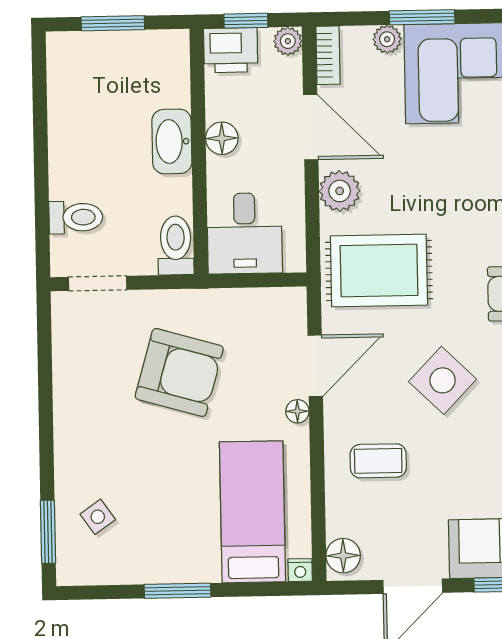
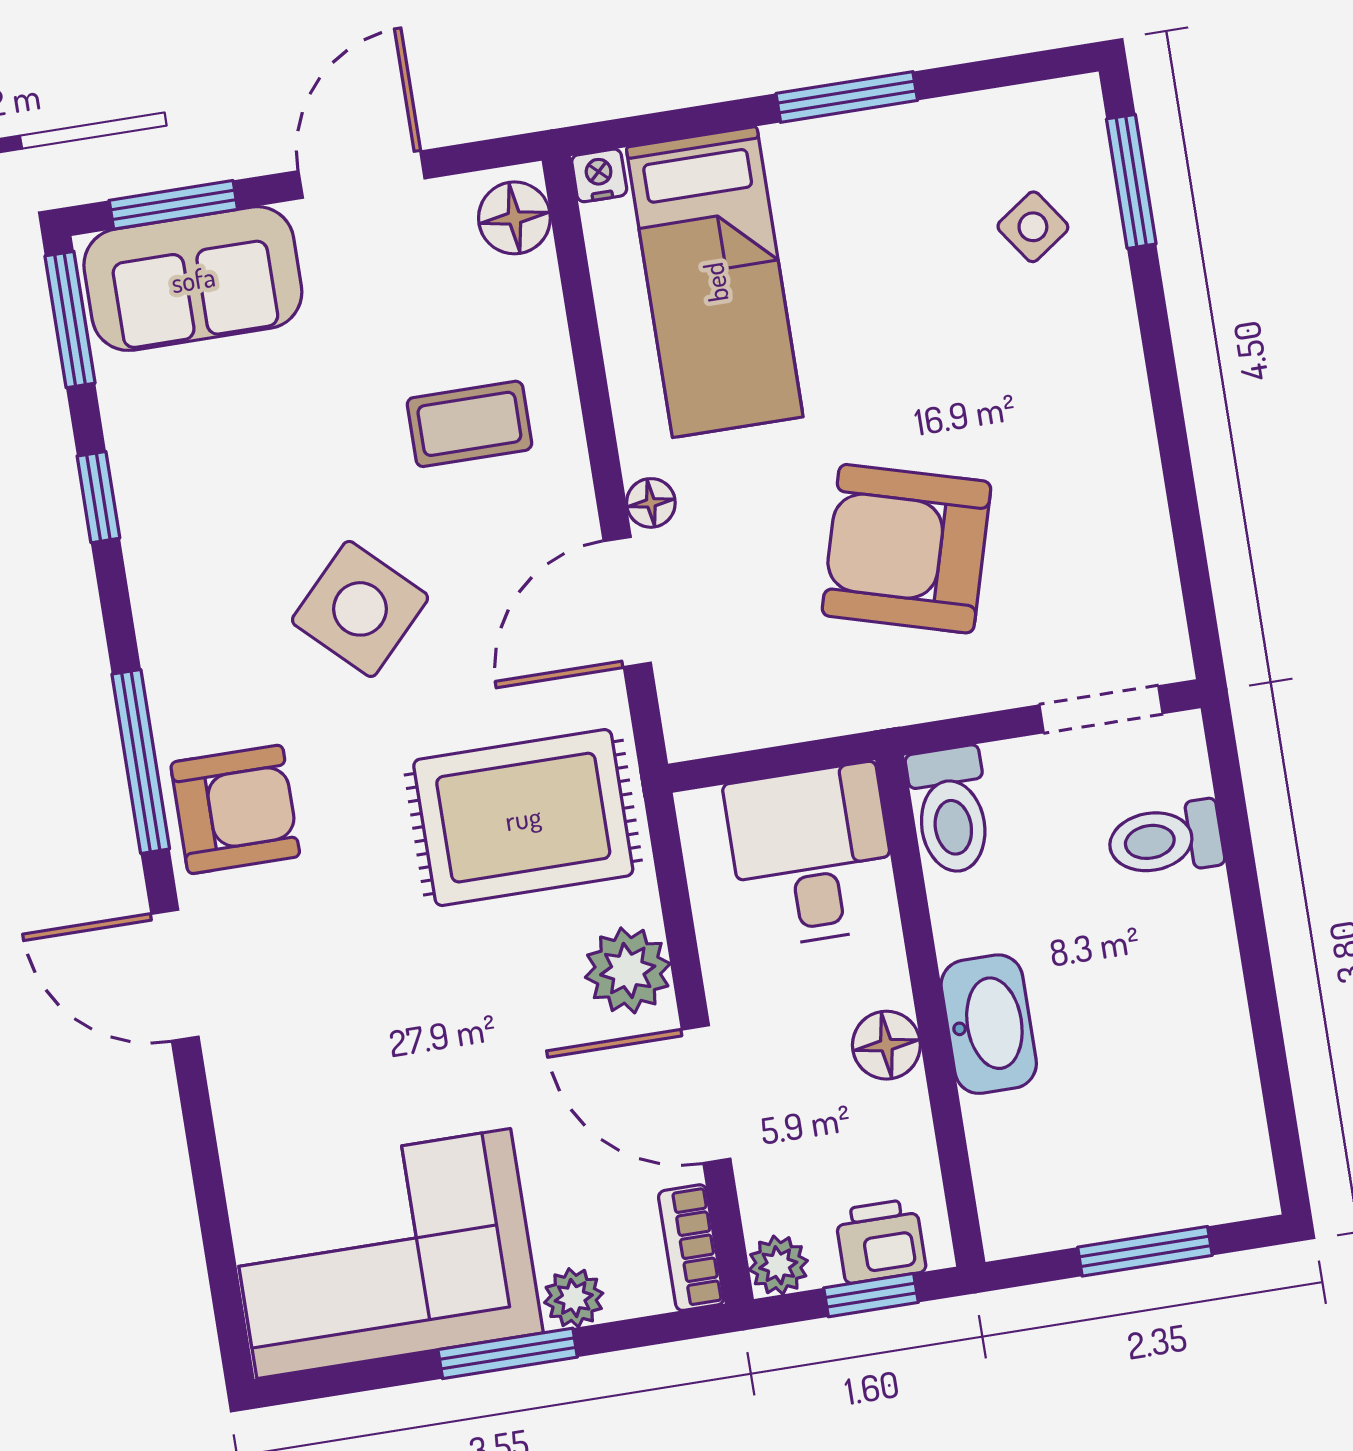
printer: (231, 50) -> (880, 1241), width x0.73, depth x0.81

